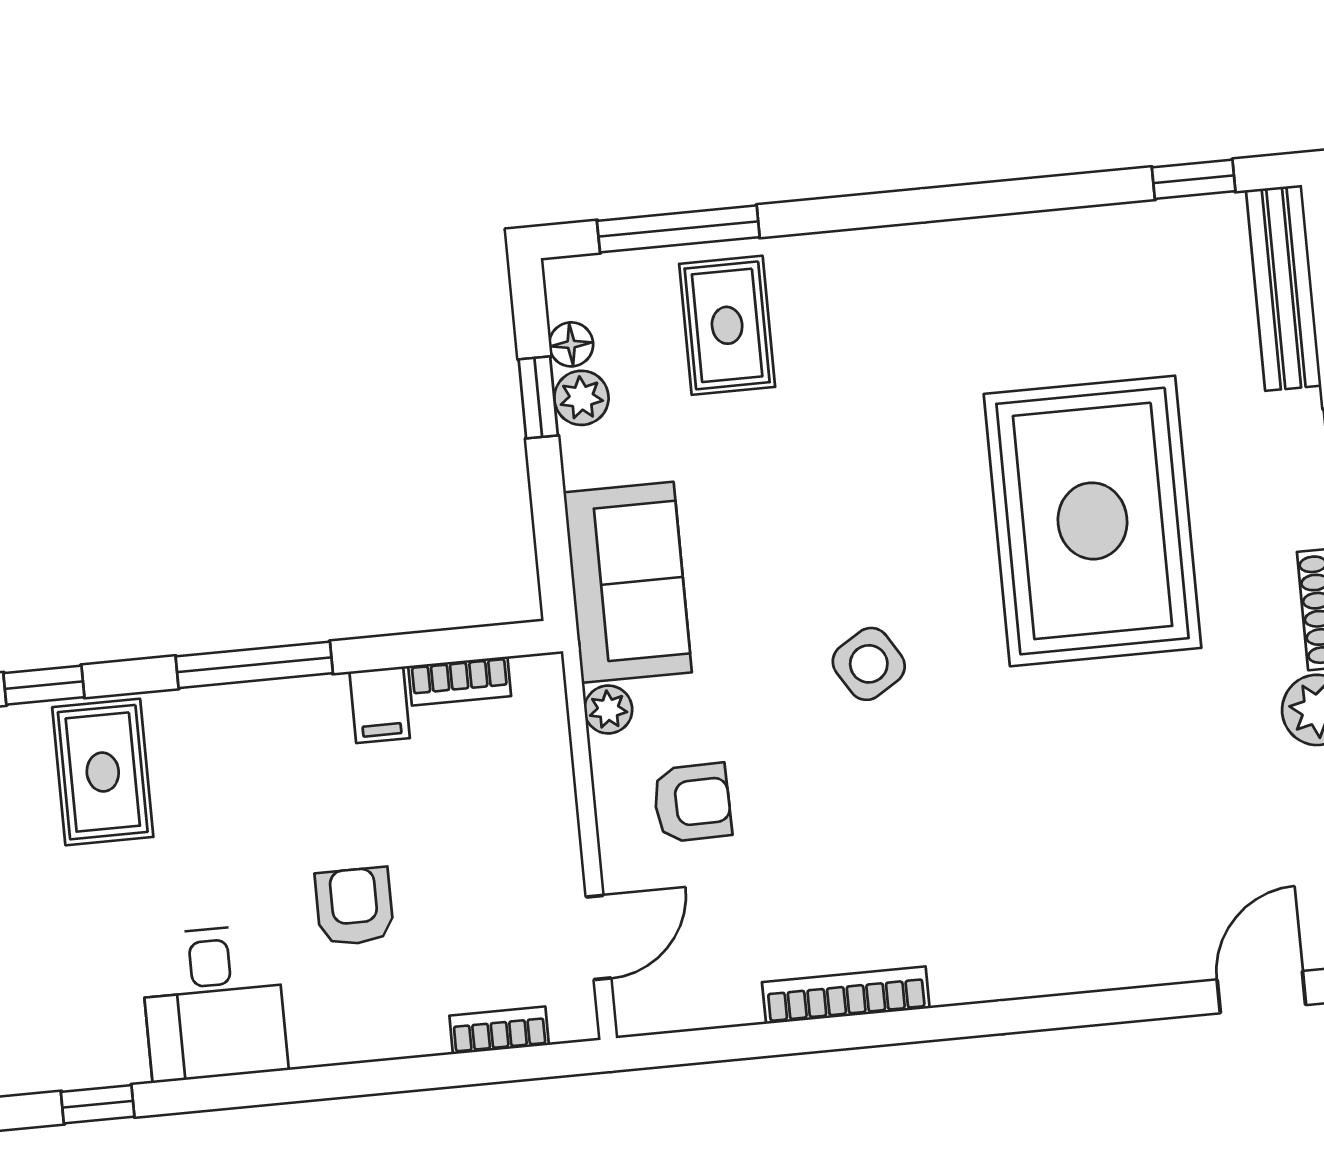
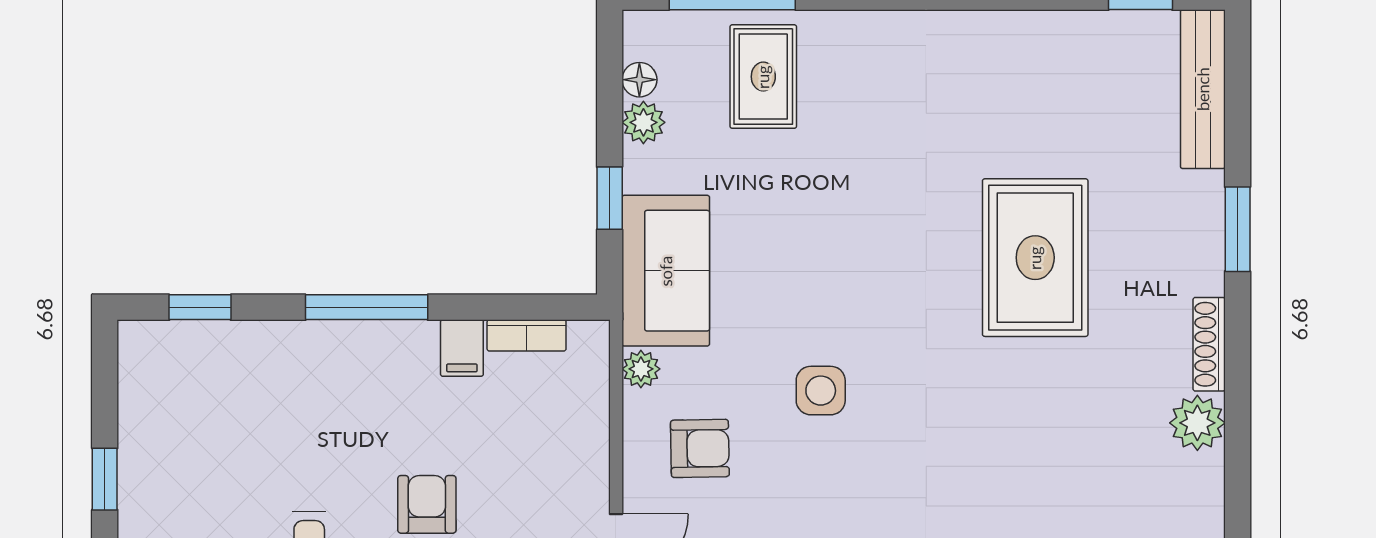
window: (538, 397) -> (610, 198), moved
rug: (1093, 521) -> (1035, 258), width x0.73, depth x0.69
side table: (869, 664) -> (821, 391), moved, turned 32
rug: (103, 772) -> (240, 380), removed

